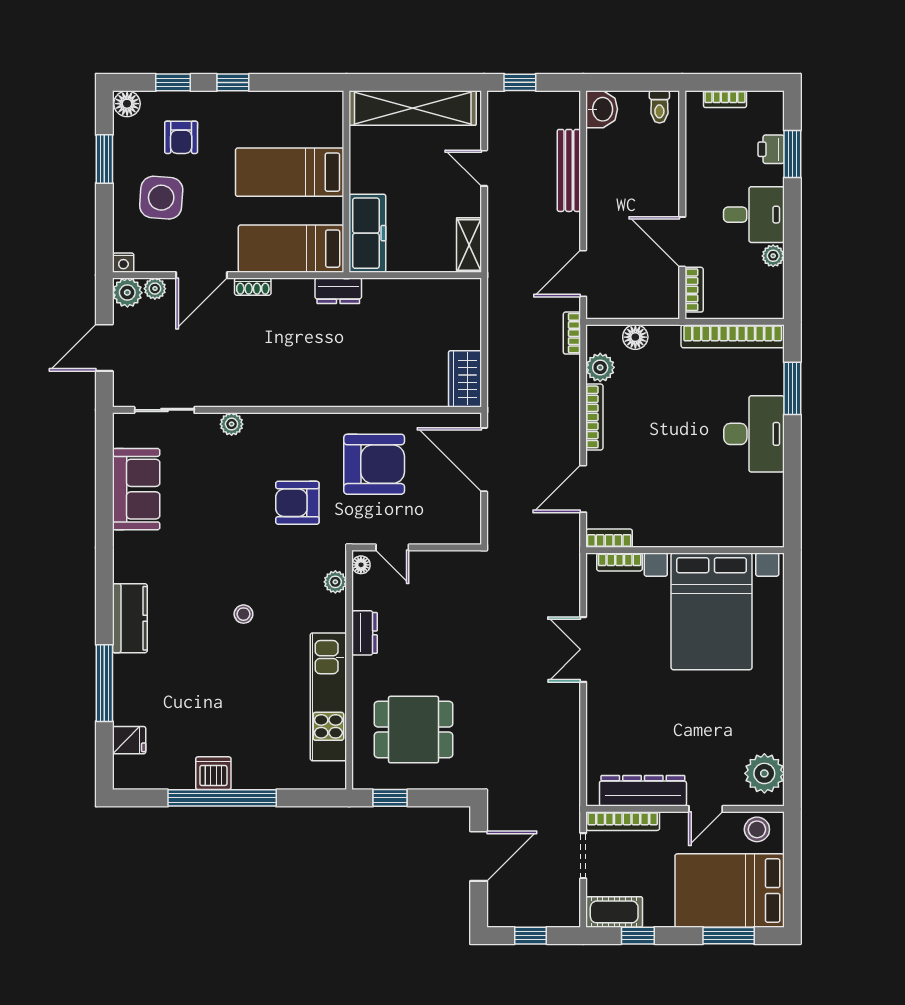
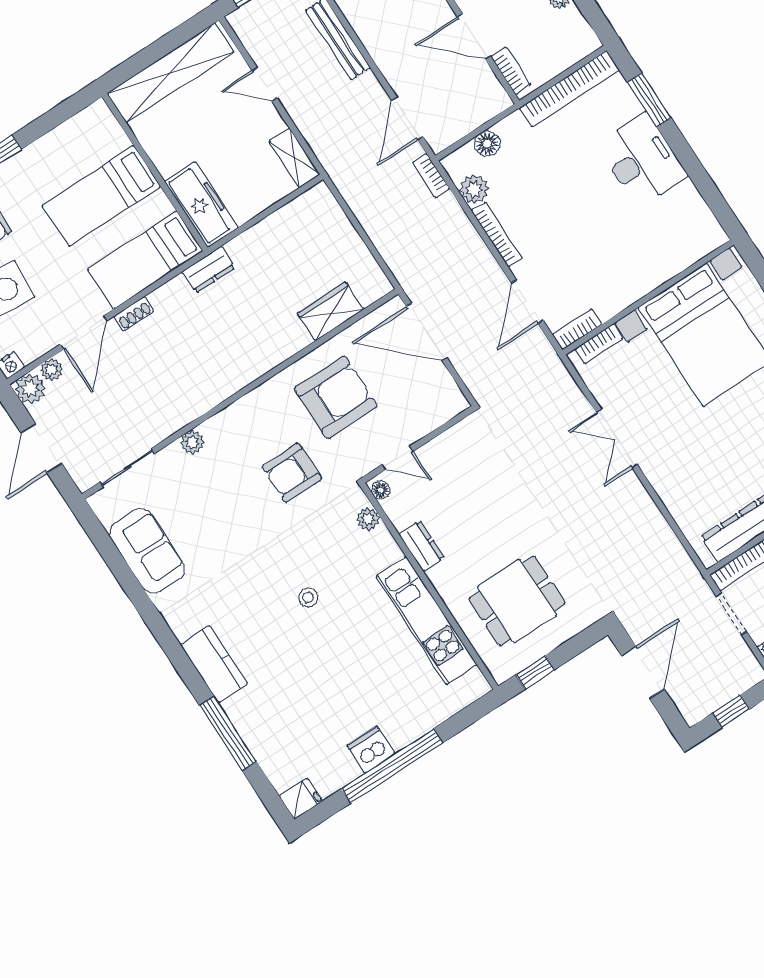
wardrobe: (465, 379) -> (331, 311), moved, turned 90
fridge: (129, 740) -> (301, 799), moved

